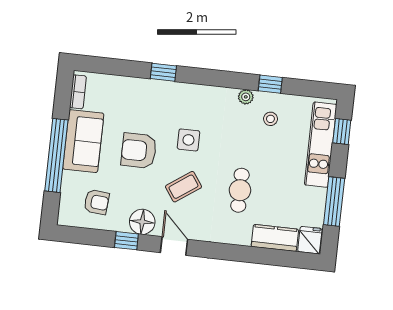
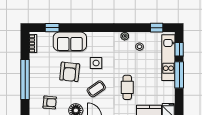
window: (163, 72) -> (52, 28), moved
window: (270, 84) -> (157, 28), moved
sofa: (83, 141) -> (70, 42), moved, turned 90
armchair: (139, 151) -> (70, 72), turned -84
window: (334, 201) -> (179, 75), moved

